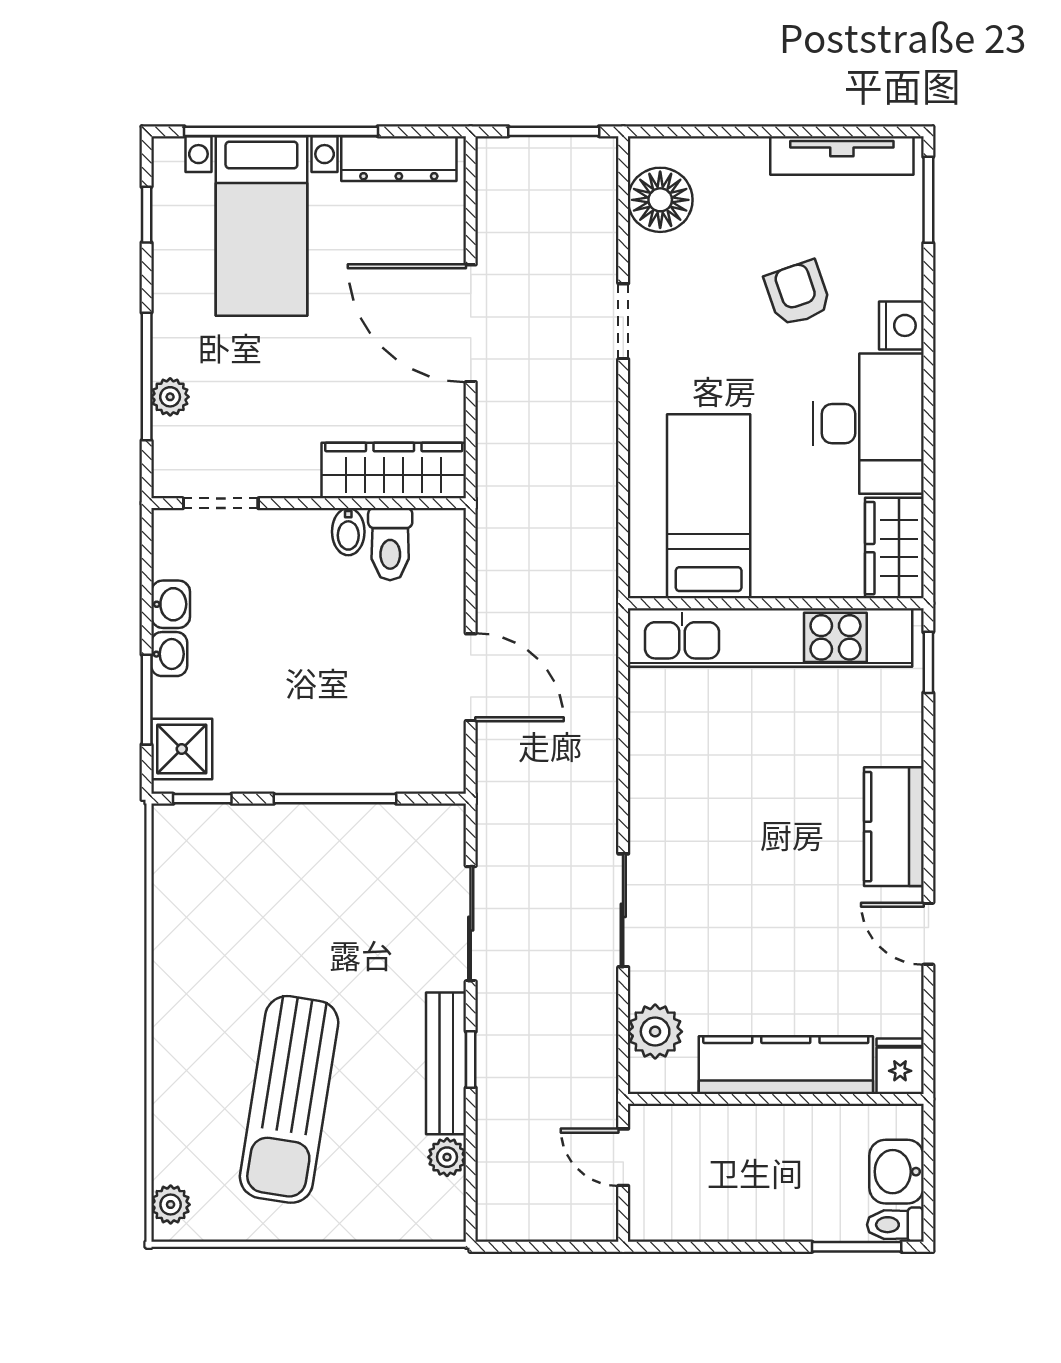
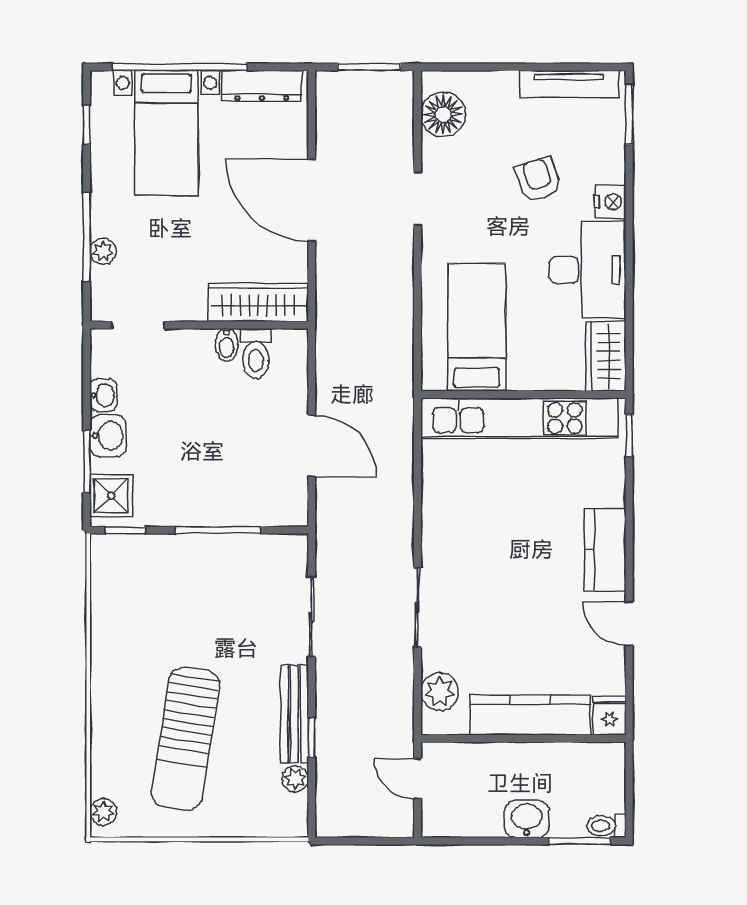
washbasin: (169, 654) -> (108, 436), width x1.38, depth x1.45
window: (471, 1060) -> (312, 738), moved
washbasin: (896, 1172) -> (527, 819), moved, turned 90

